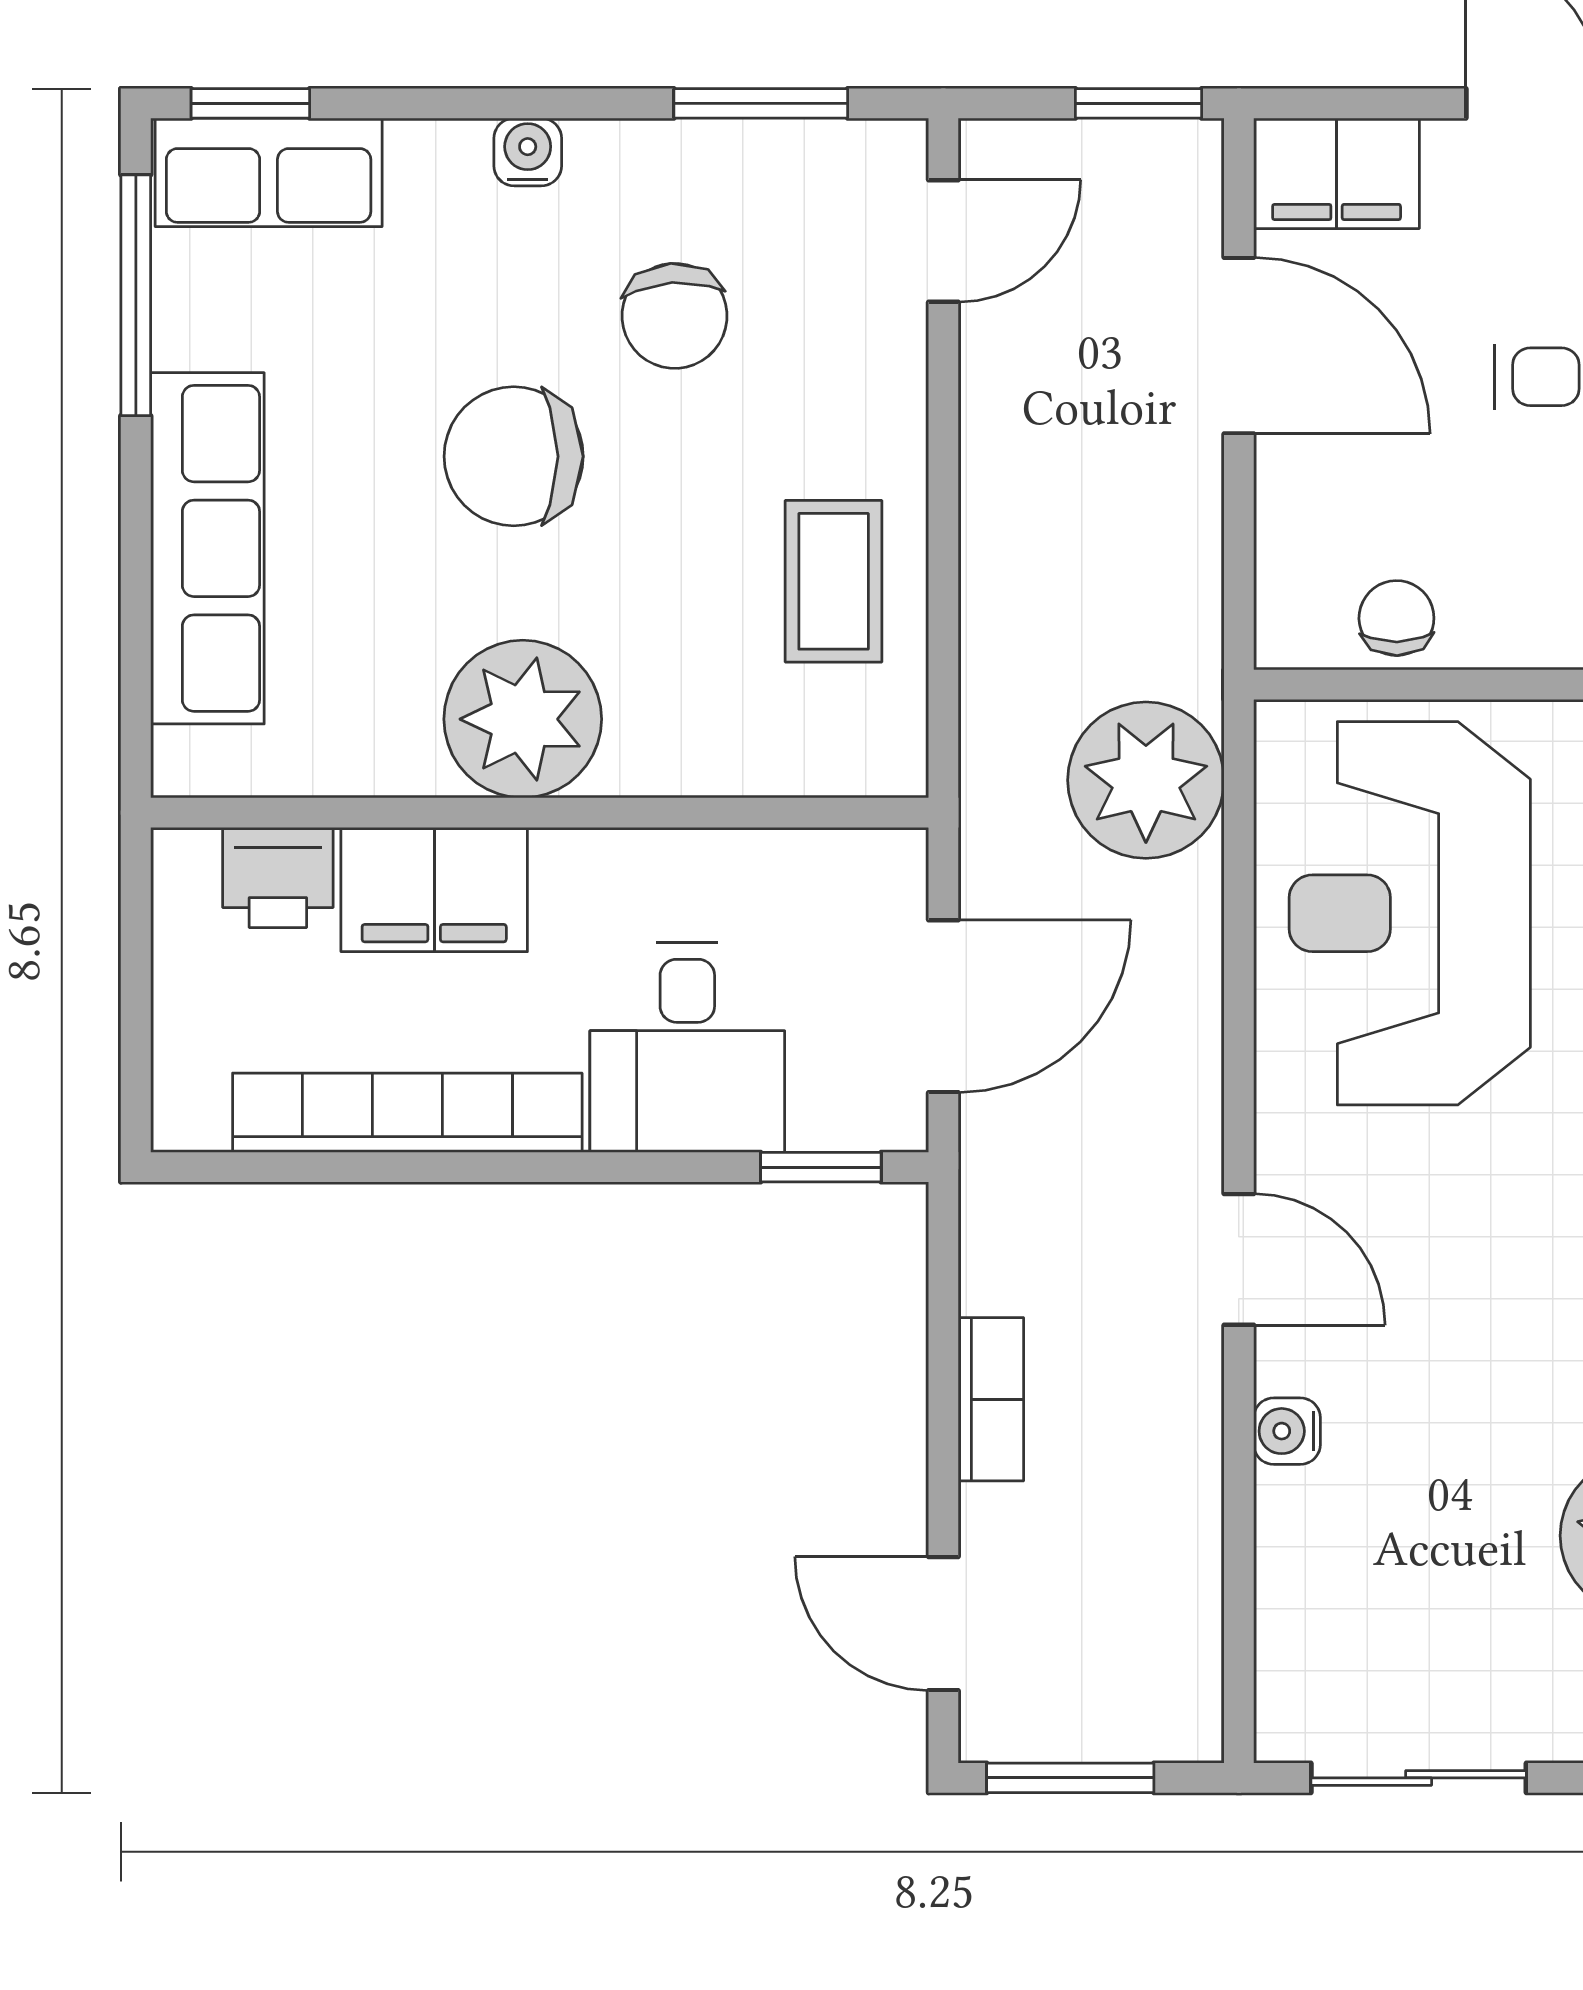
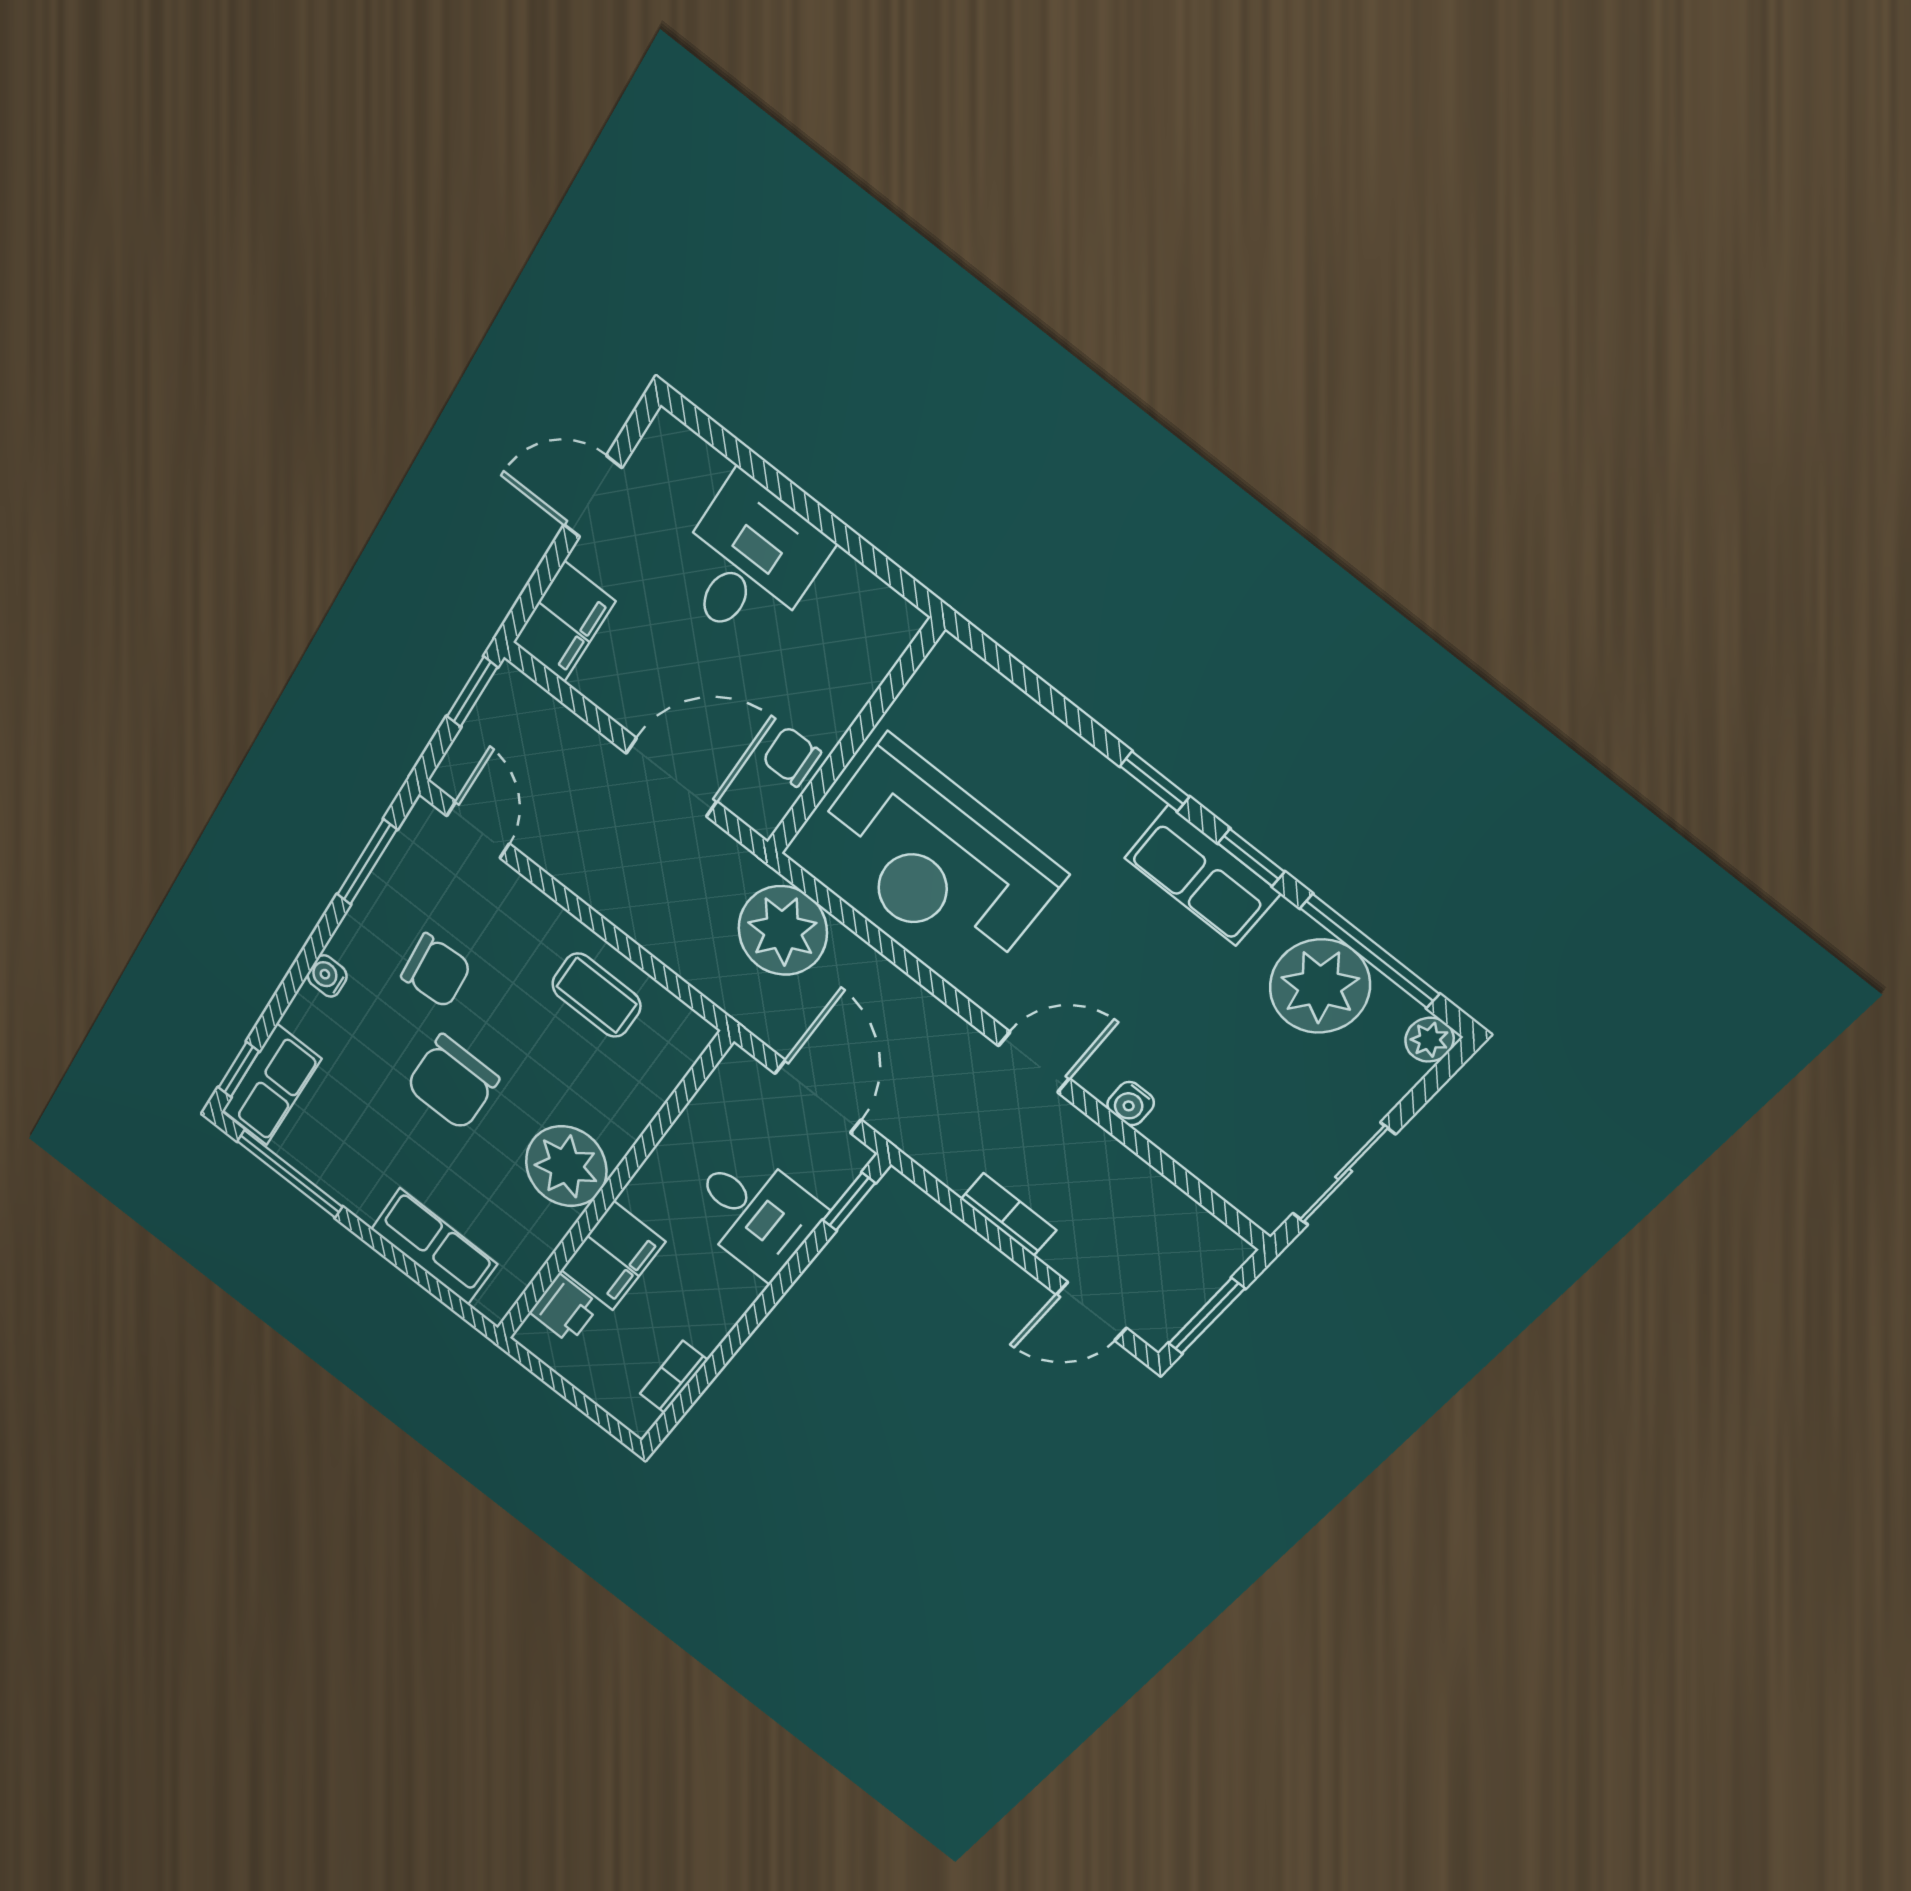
door: (1239, 346) -> (672, 777), moved
row of seats: (207, 548) -> (434, 1247), width x0.68
bookcase: (407, 1113) -> (674, 1377), width x0.43, depth x0.76

